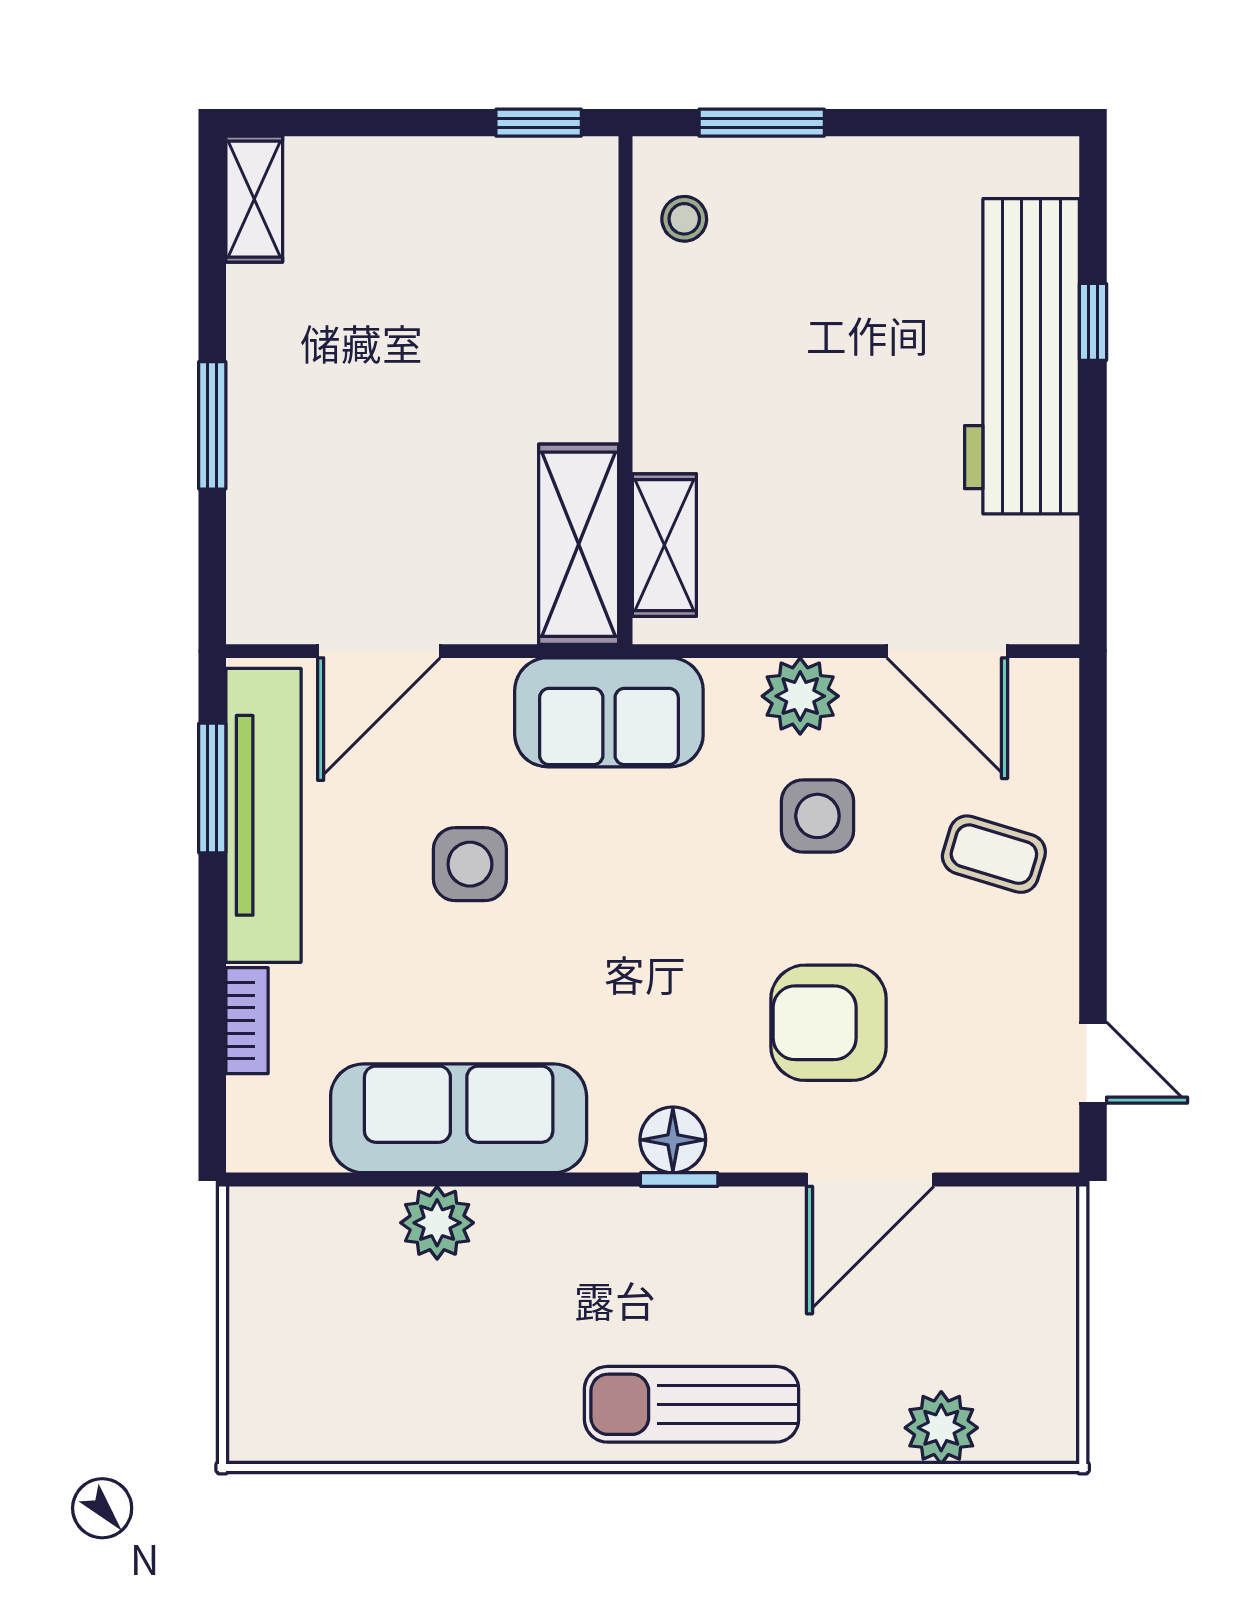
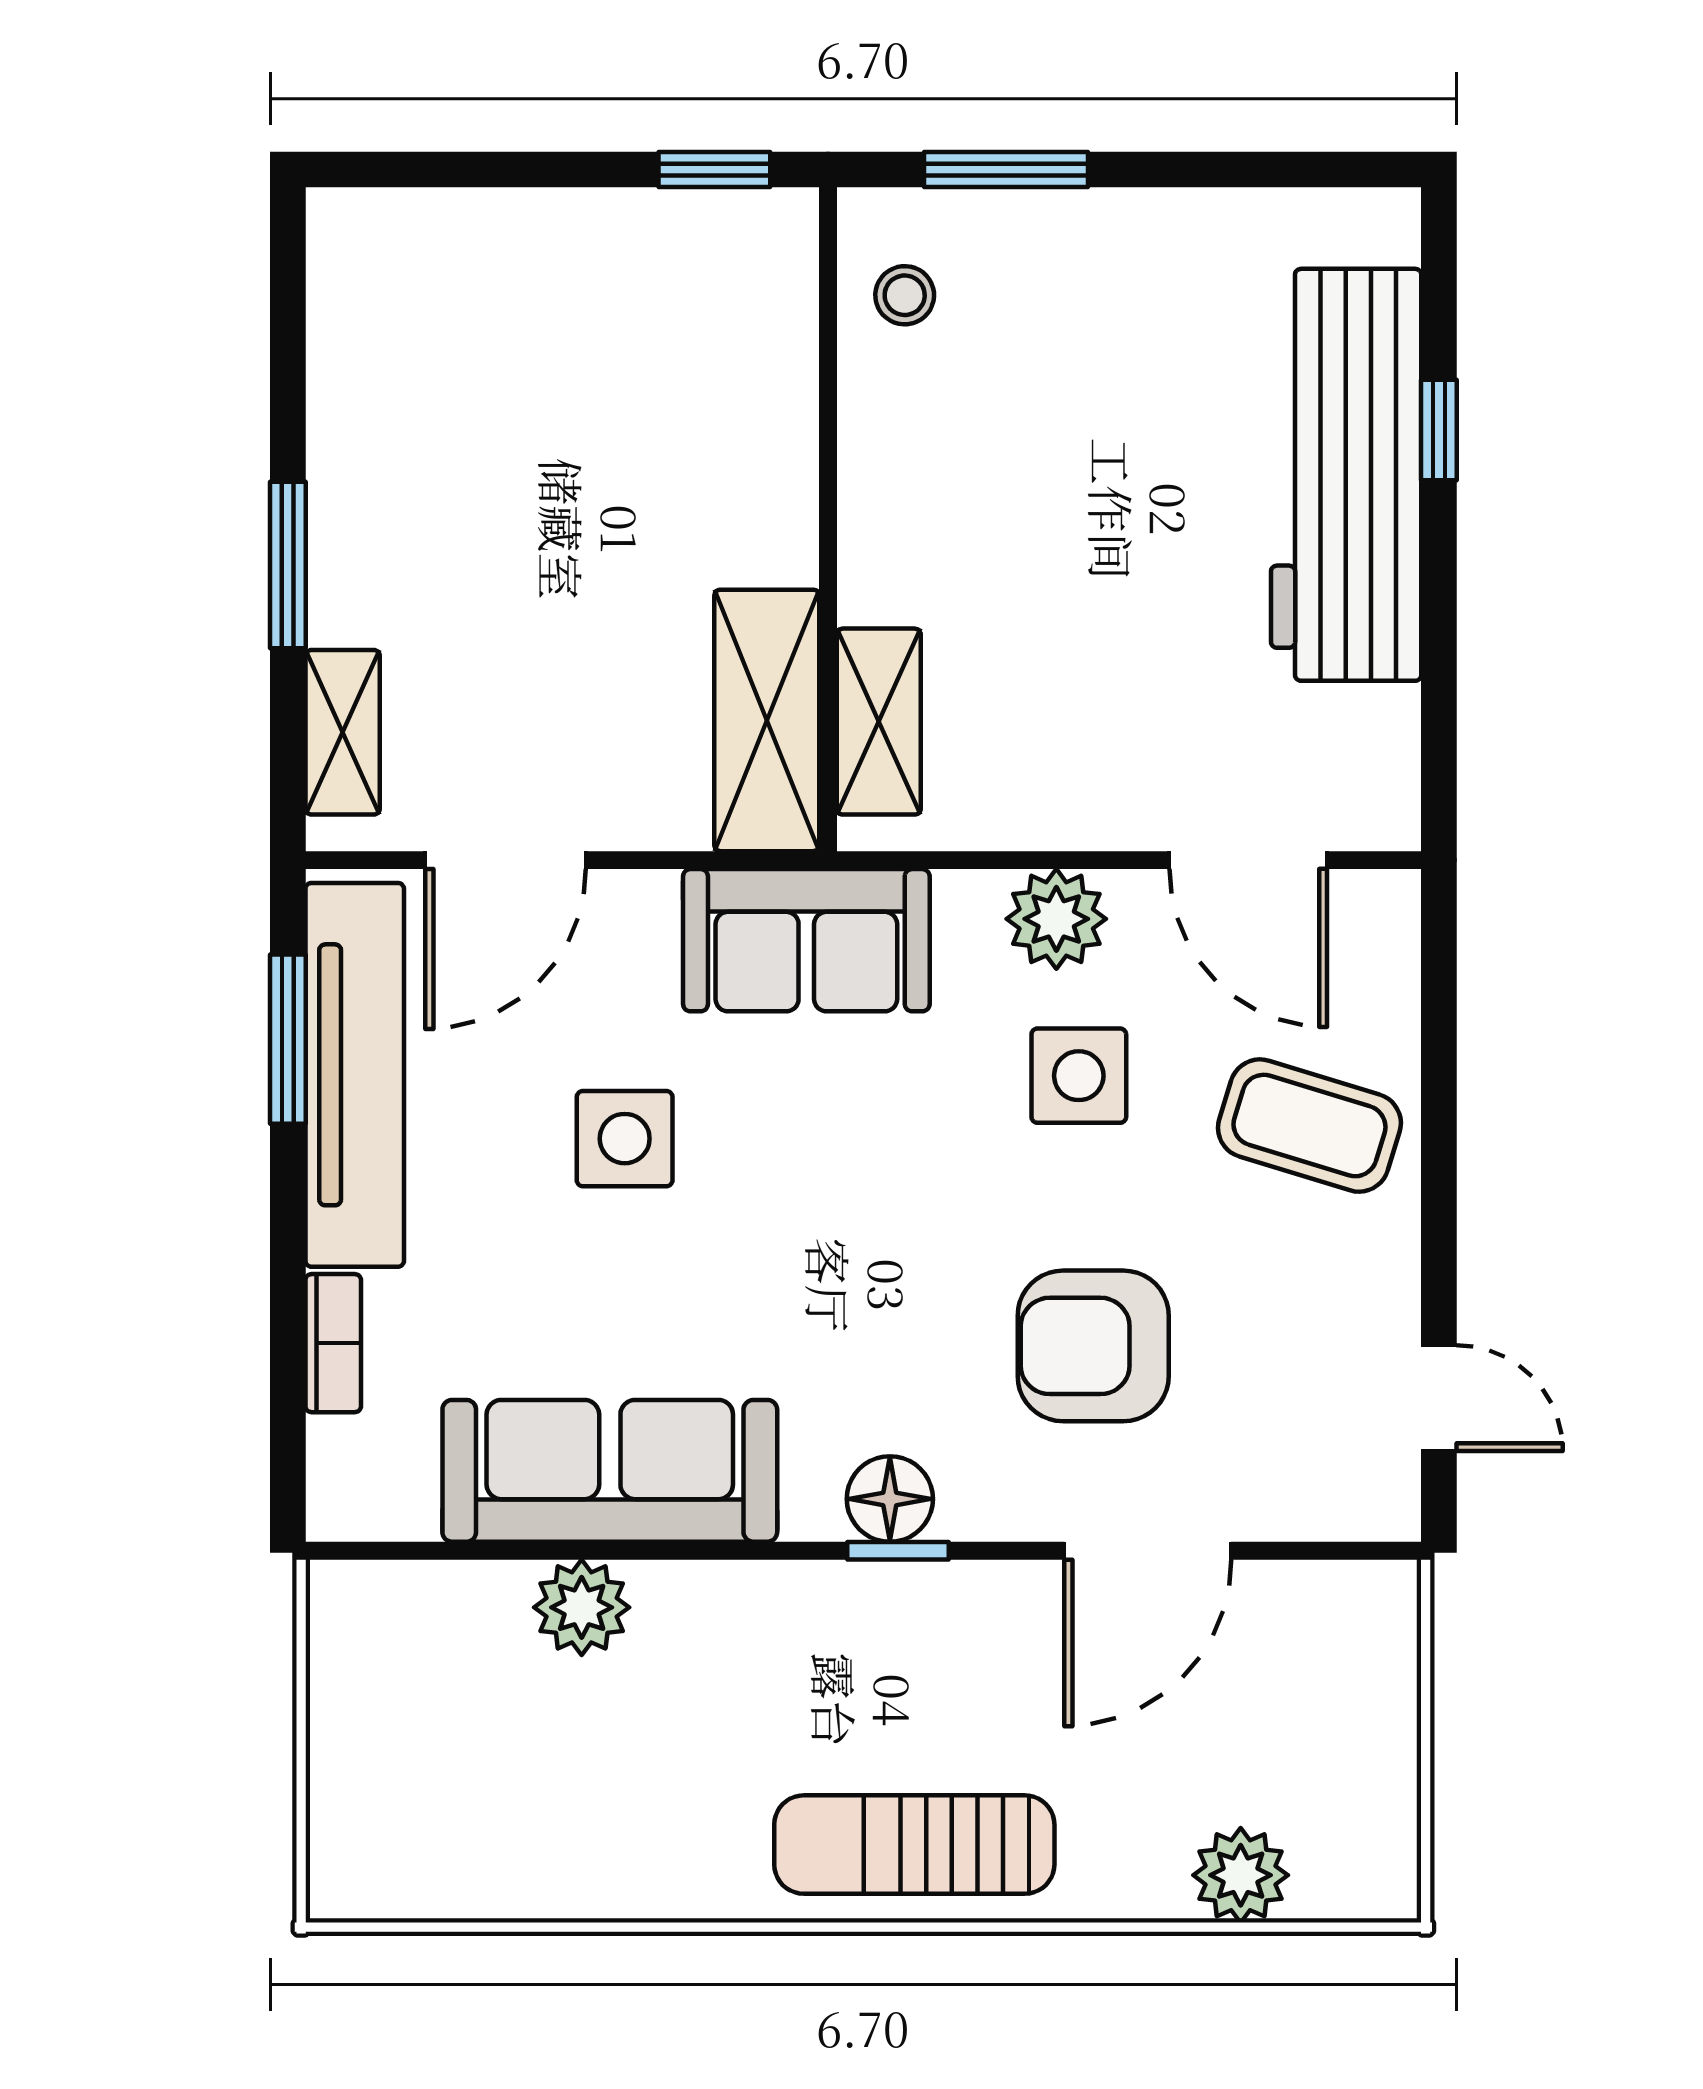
shelving: (254, 199) -> (343, 732), moved
coffee table: (994, 854) -> (1309, 1126), width x1.36, depth x1.30

